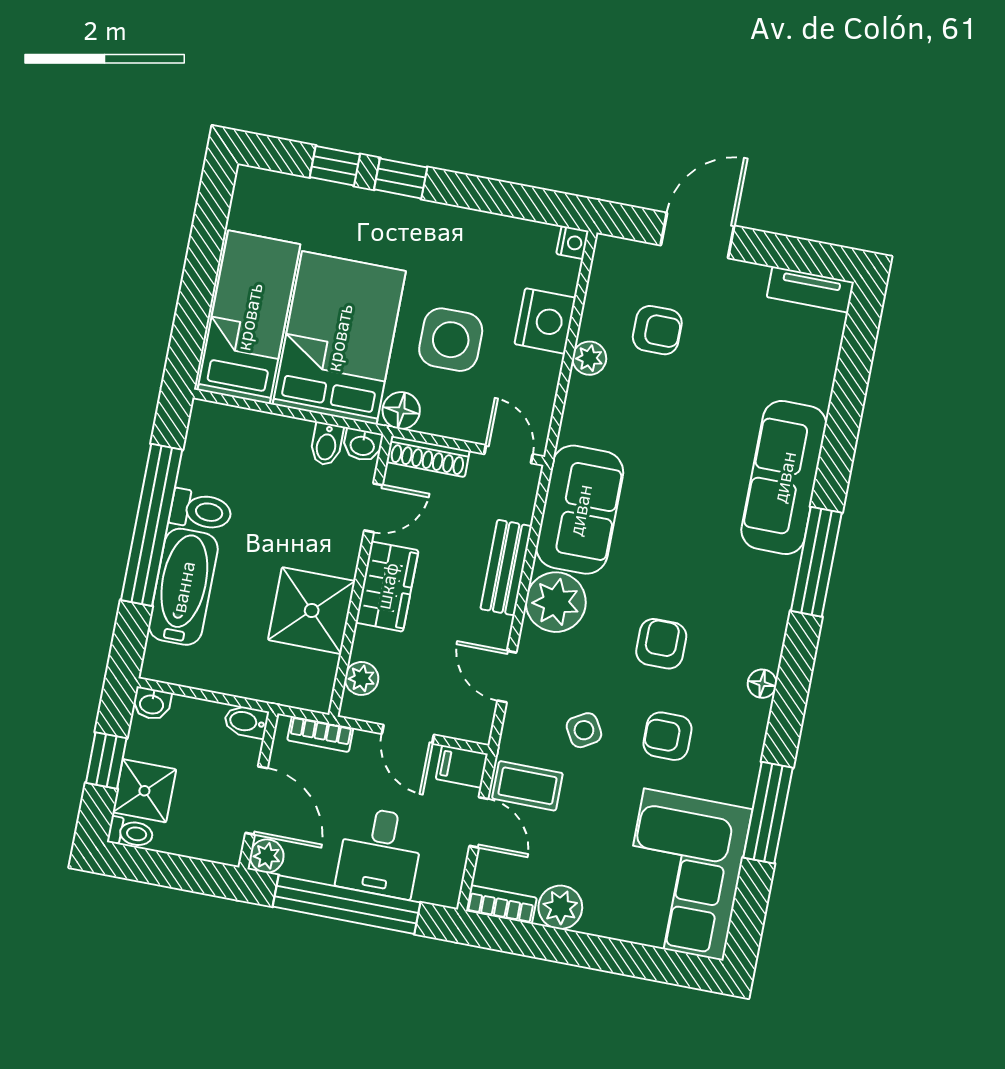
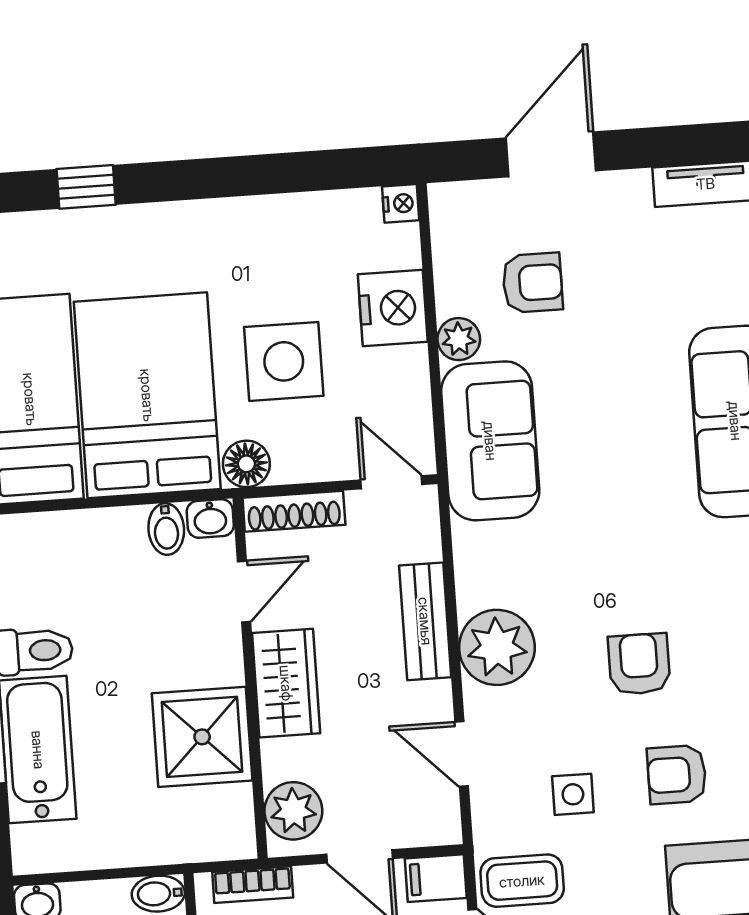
window: (401, 178) -> (170, 181), removed
sofa: (580, 510) -> (490, 441), moved
plant: (362, 678) -> (293, 811), width x1.38, depth x1.38
side table: (584, 730) -> (573, 794), turned 30

